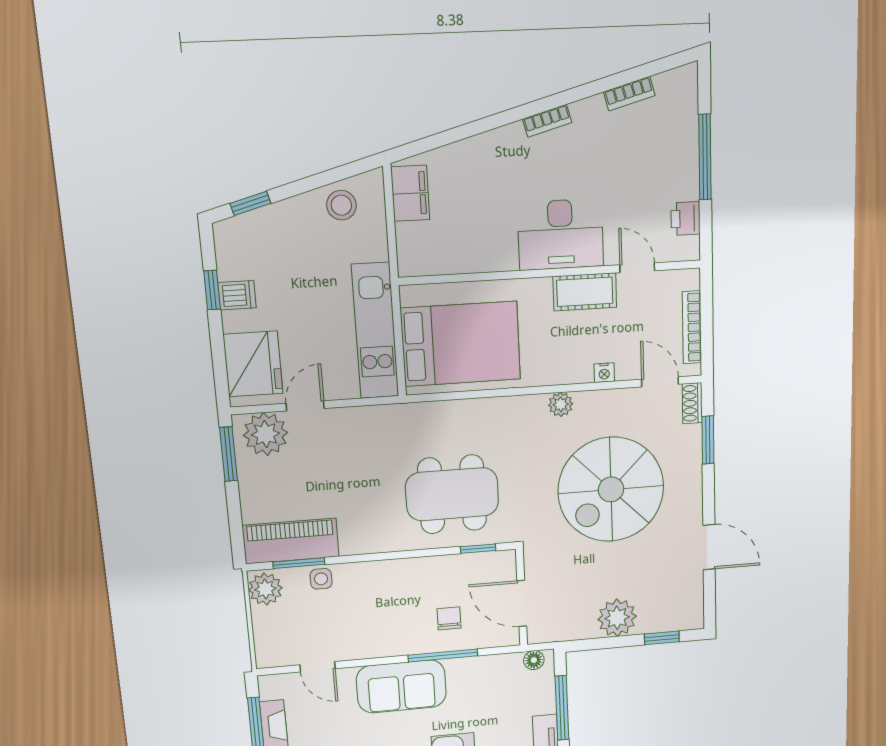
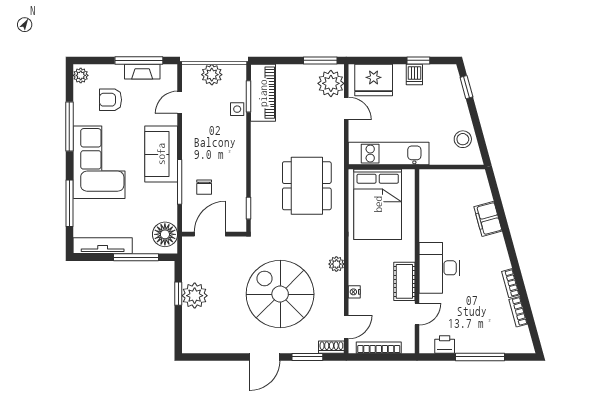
bookcase: (547, 121) -> (511, 283), moved
filing cabinet: (410, 193) -> (488, 219), moved, turned 75
dining table: (452, 494) -> (307, 186), moved
door: (709, 547) -> (265, 357), moved
plant: (265, 589) -> (212, 75), moved
chair: (449, 618) -> (204, 187), turned 90
window: (662, 638) -> (178, 294), moved
floor lamp: (534, 660) -> (165, 234), width x1.89, depth x1.89

